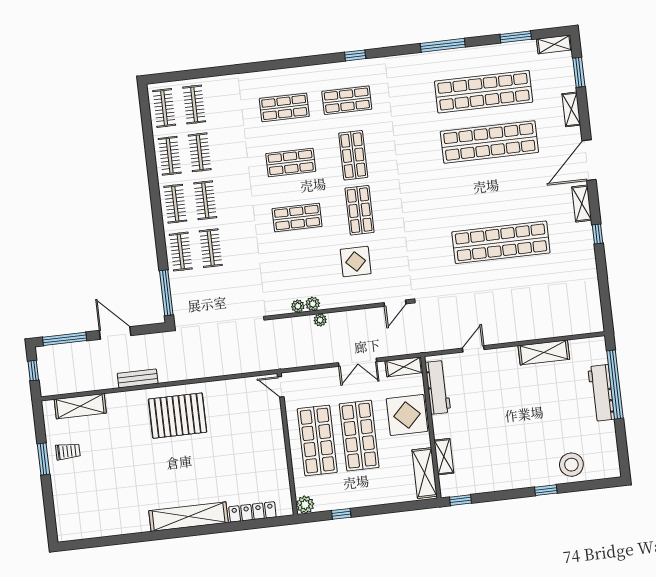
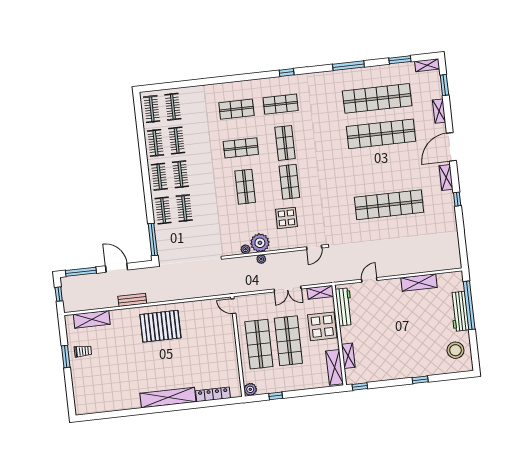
shop shelf: (297, 217) -> (245, 187), turned 90
plant: (313, 304) -> (260, 243), width x1.87, depth x1.87
stool: (571, 465) -> (455, 350), moved

